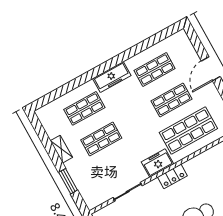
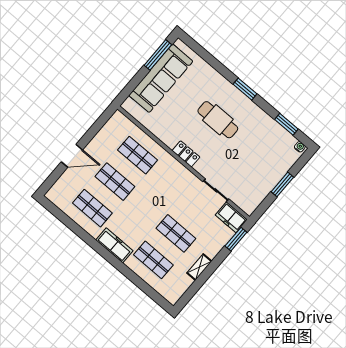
shop shelf: (188, 131) -> (138, 155), width x0.70, depth x0.74
freezer: (158, 163) -> (231, 217), moved
window: (68, 181) -> (236, 239), moved

